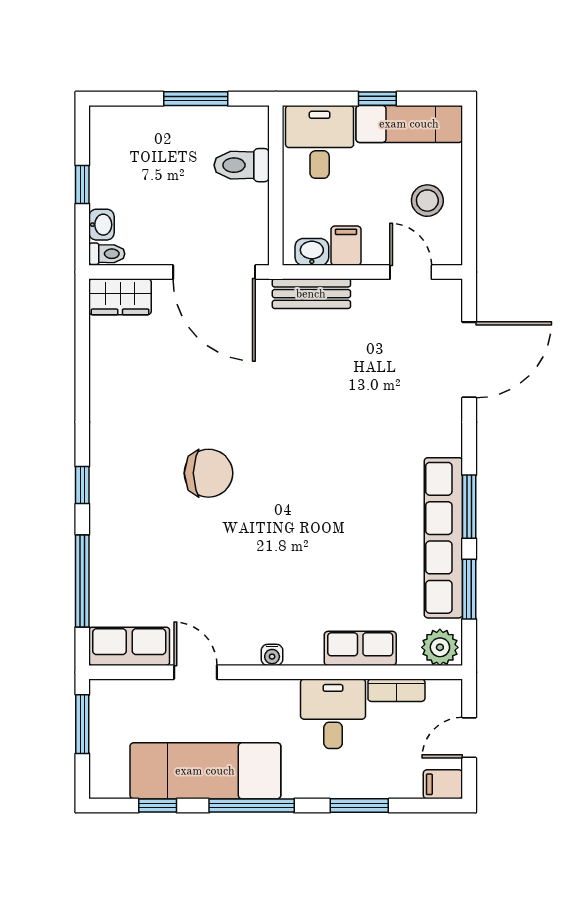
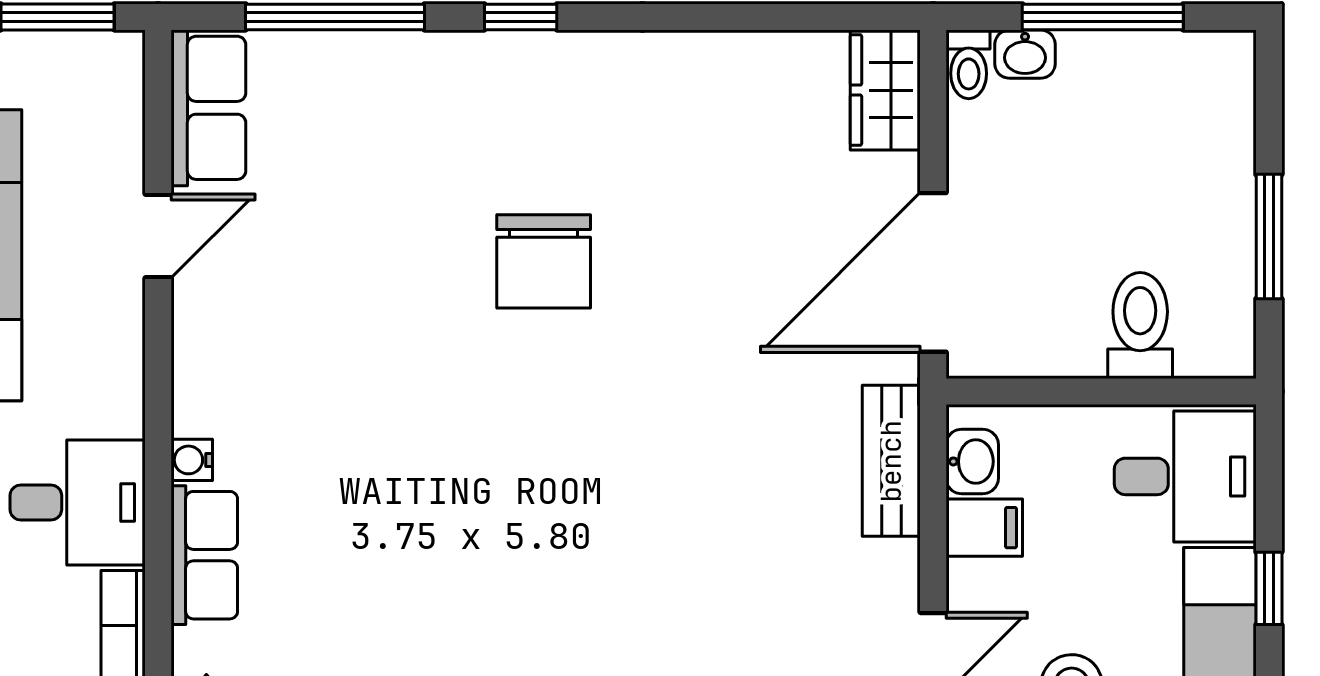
window: (82, 184) -> (1103, 17), width x2.17
water cooler: (272, 655) -> (192, 460), moved

